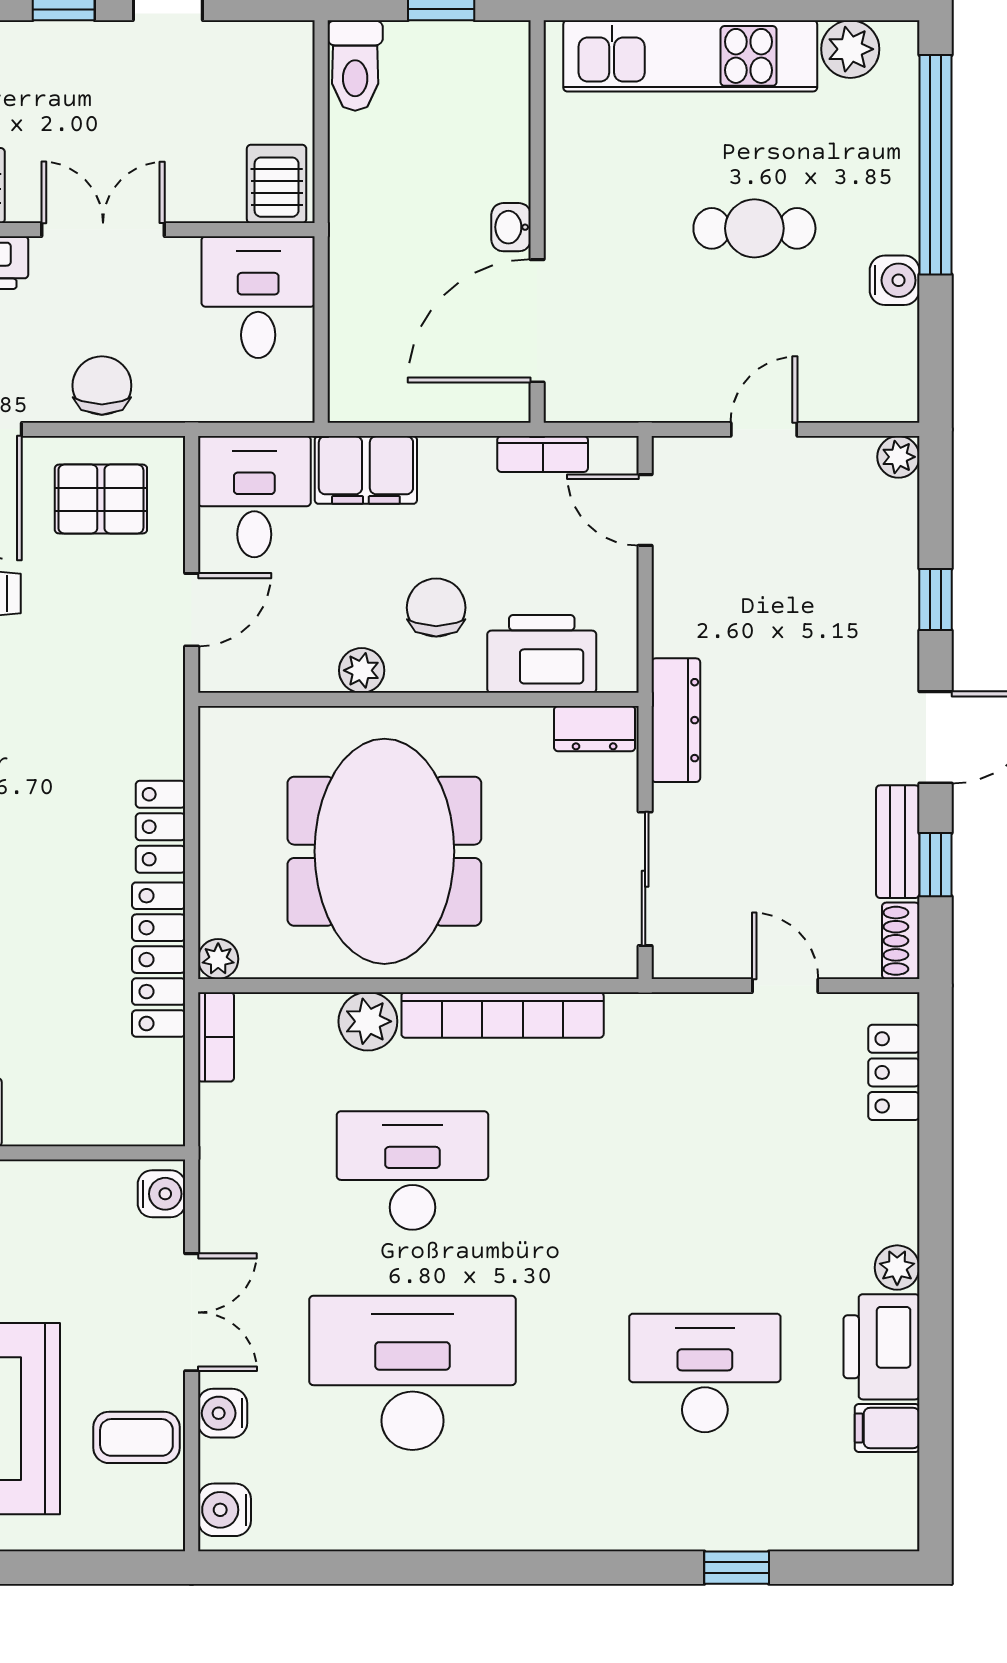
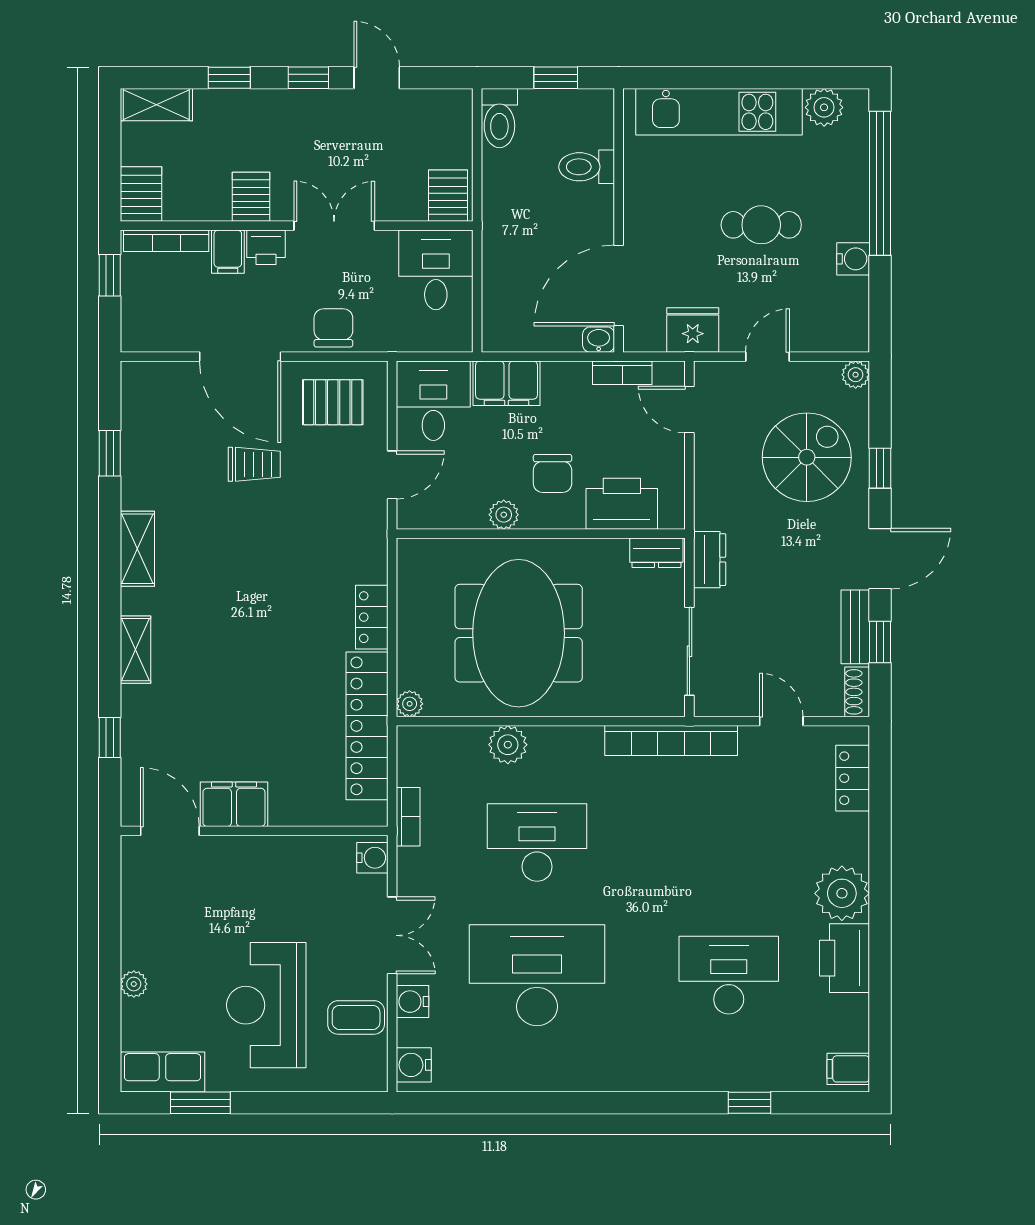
toilet: (488, 140) -> (587, 167), added
washbasin: (511, 227) -> (599, 340), moved, turned 90
fridge: (650, 389) -> (693, 330), added
spiral stairs: (824, 583) -> (807, 457), added
chair: (436, 608) -> (553, 473), turned 180
dresser: (676, 720) -> (710, 560), width x0.70
locker: (159, 960) -> (367, 726), width x1.41, depth x1.21
bookcase: (503, 1015) -> (671, 741), moved
bookcase: (216, 1037) -> (408, 817), moved
plant: (897, 1268) -> (842, 893), width x1.88, depth x1.88
filing cabinet: (887, 1428) -> (848, 1069), moved

